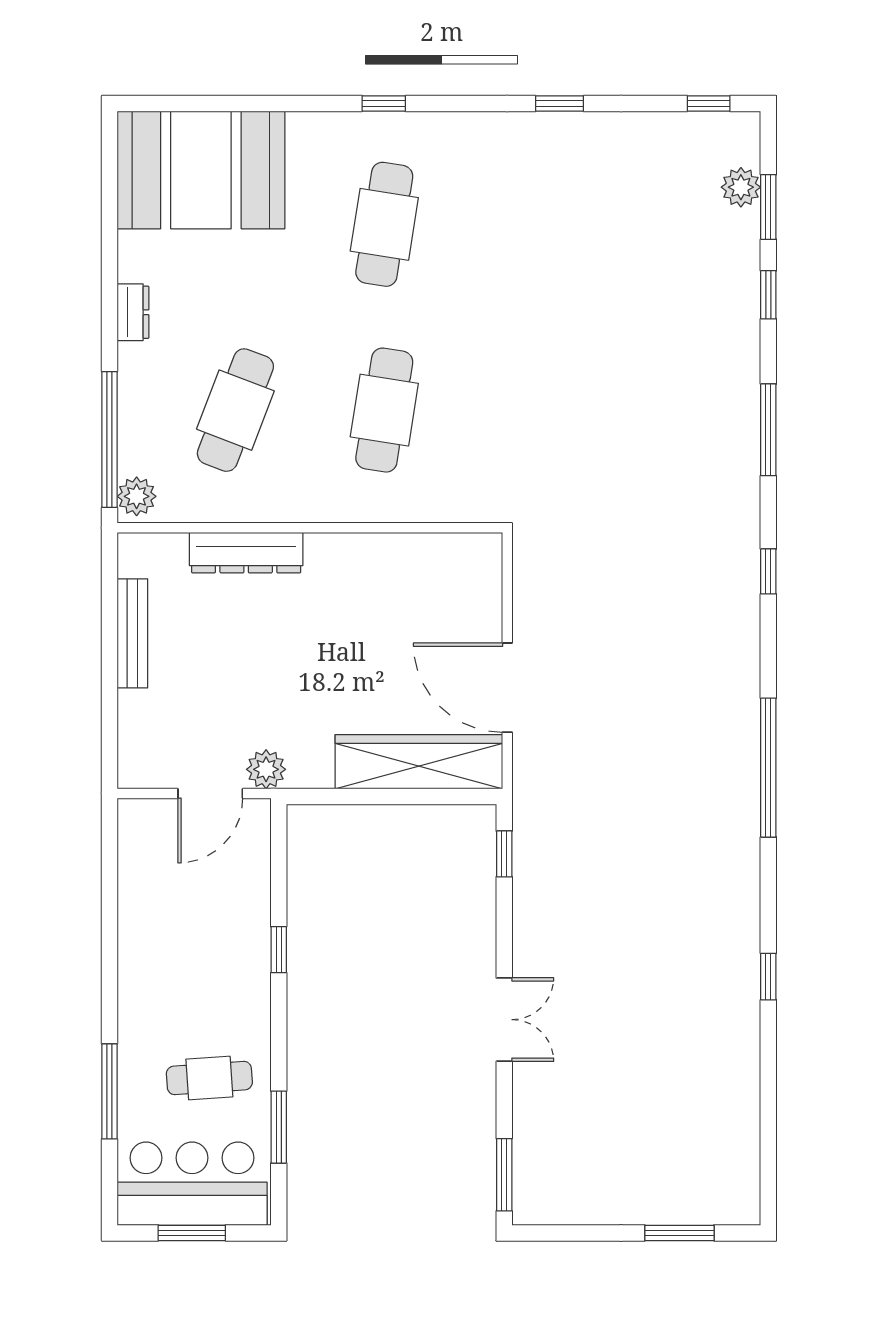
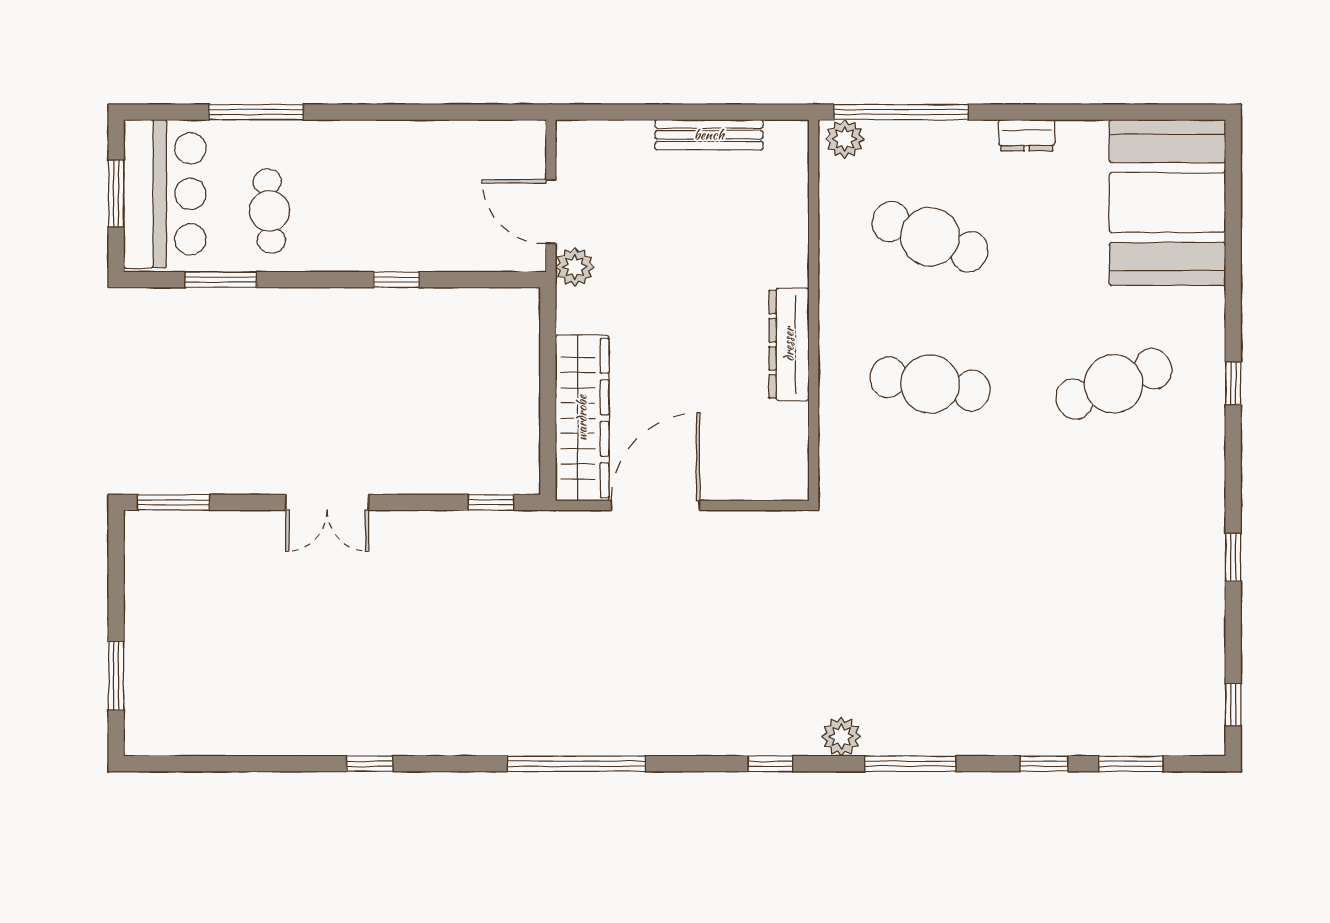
plant: (741, 187) -> (841, 737), moved
cafe table: (384, 224) -> (1114, 384), turned -30
dresser: (246, 553) -> (789, 344), moved

